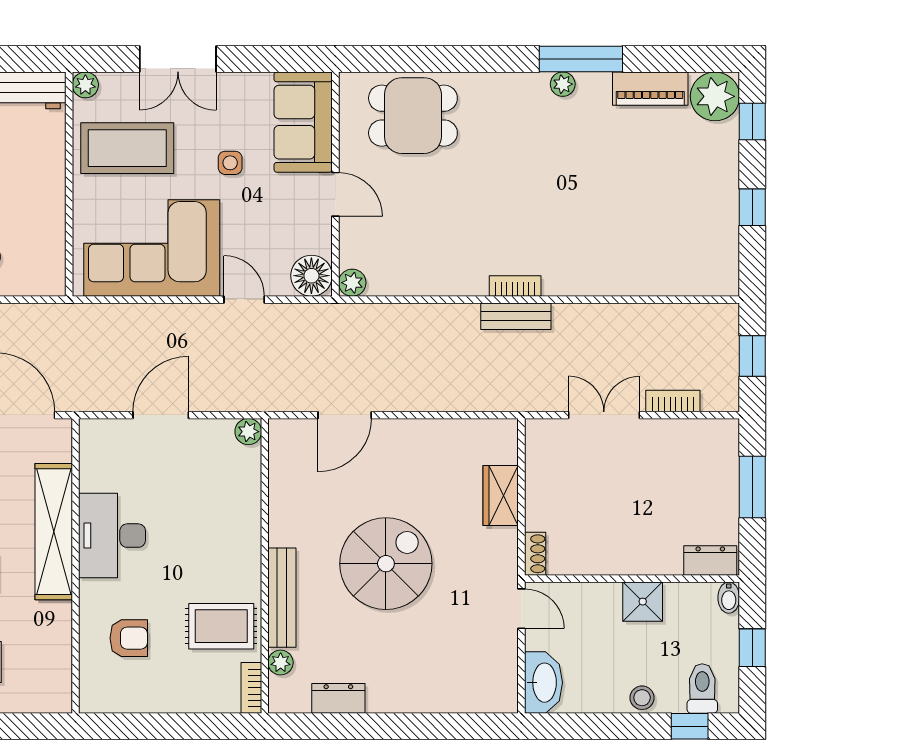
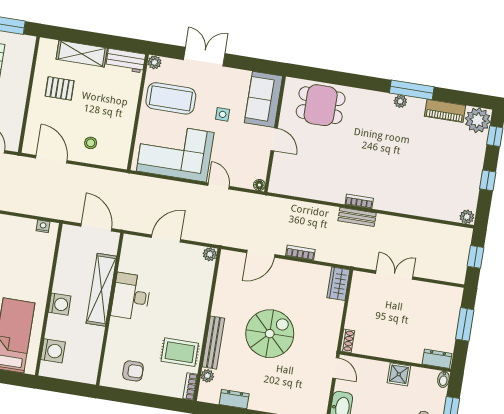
double door: (178, 59) -> (204, 57), swing flipped
floor lamp: (311, 276) -> (259, 185), width x0.53, depth x0.53
plant: (352, 283) -> (467, 217), moved
bookcase: (673, 401) -> (300, 253), moved
wardrobe: (501, 496) -> (338, 284), moved
armchair: (129, 638) -> (133, 371), moved

